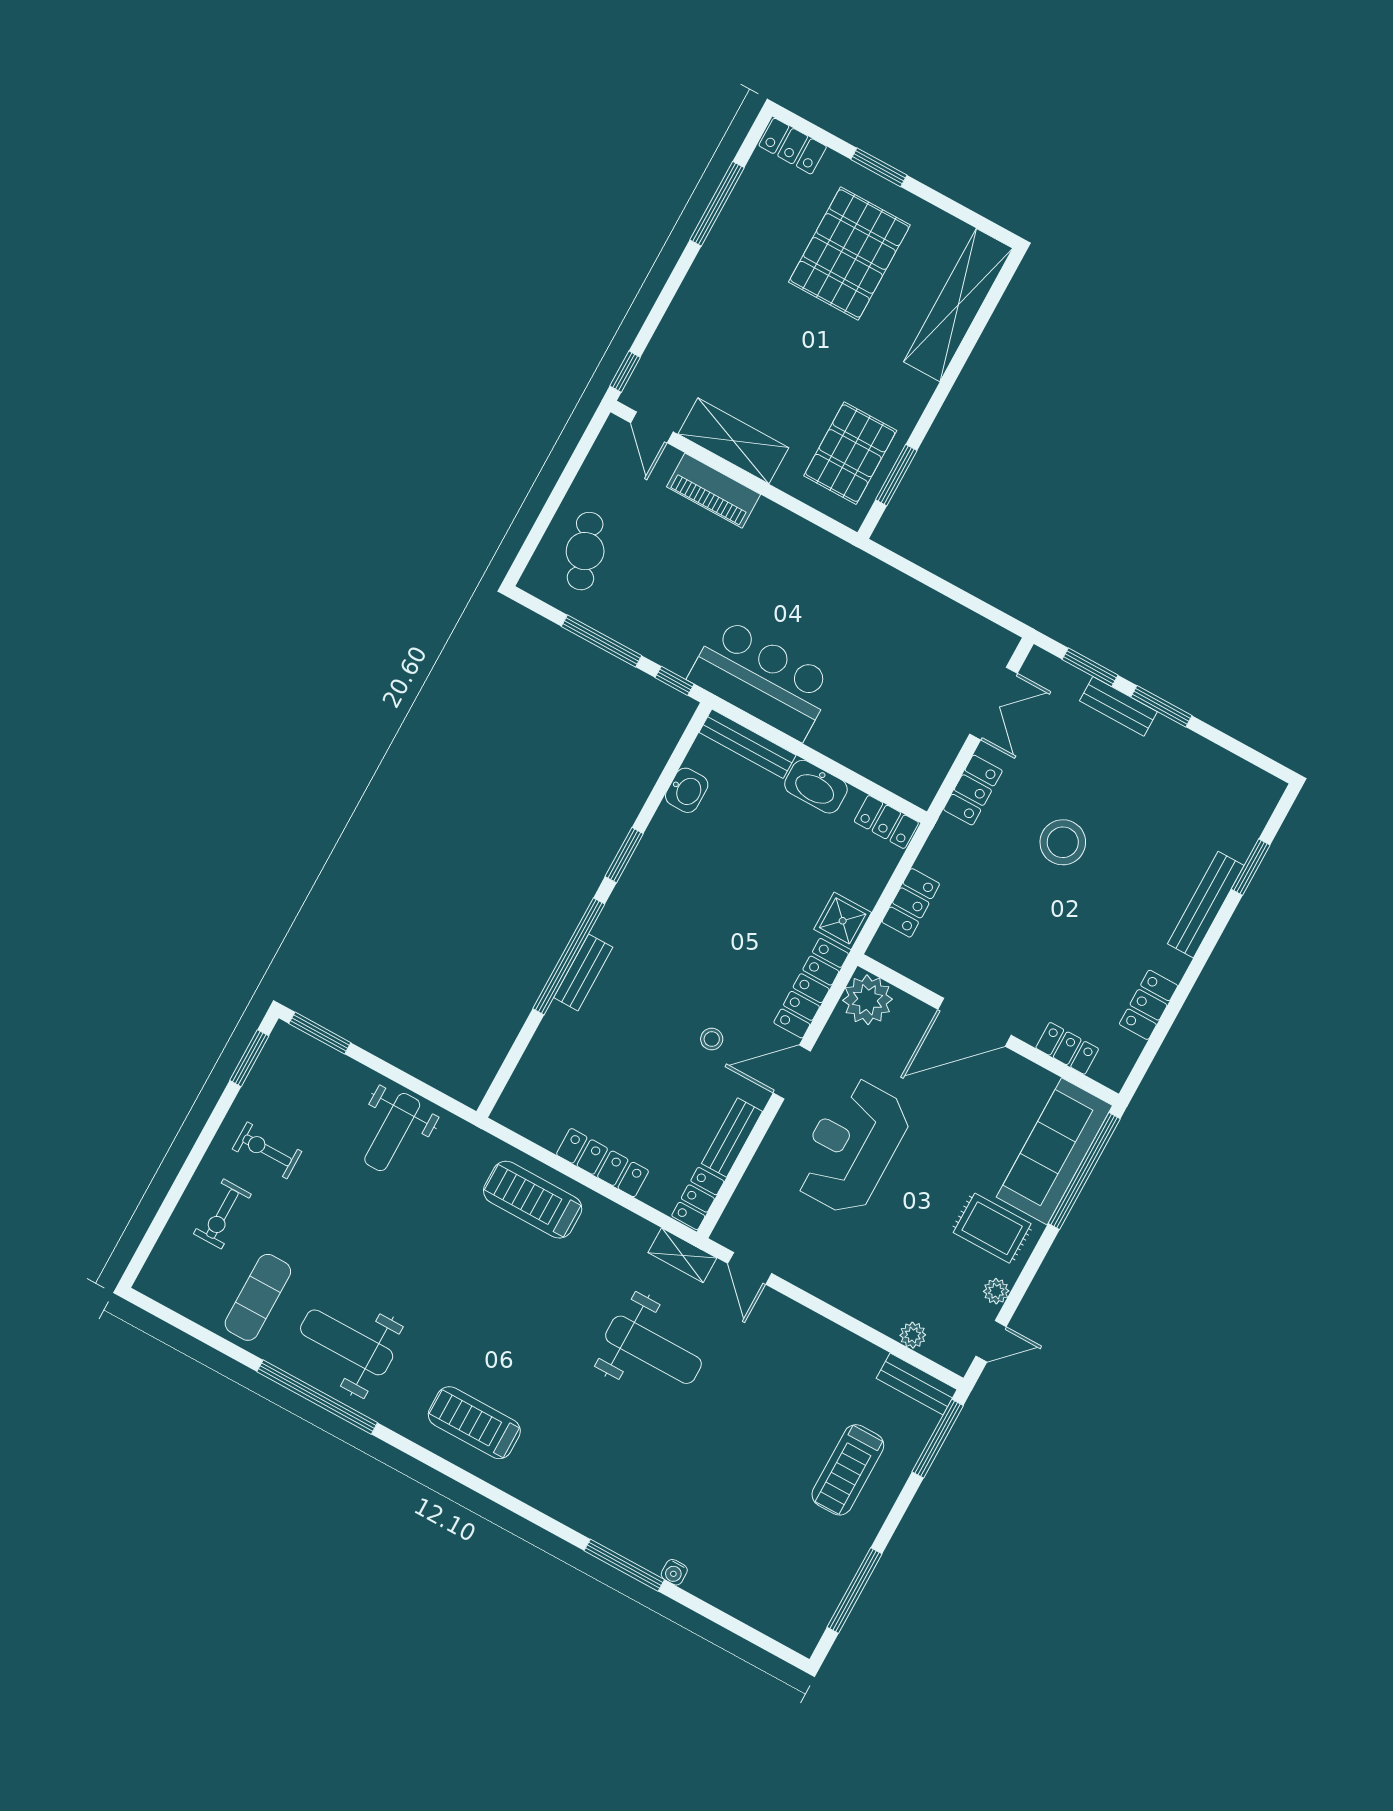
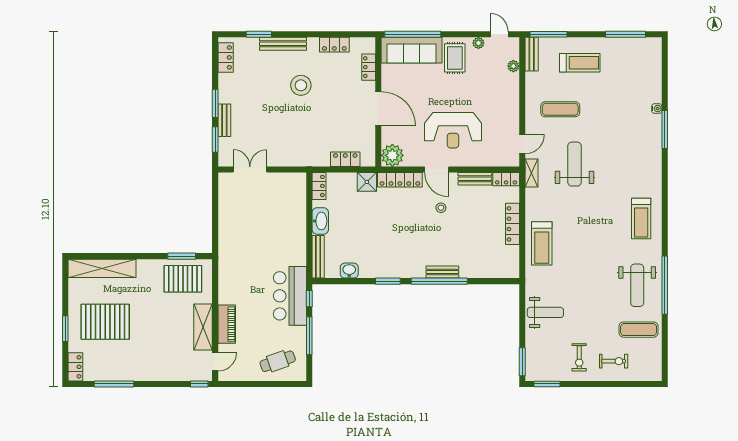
bar counter: (762, 679) -> (290, 296), moved
locker: (973, 790) -> (226, 57), moved, turned 90
stool: (1063, 842) -> (301, 85), moved
exercise mat: (777, 1381) -> (560, 109), added

